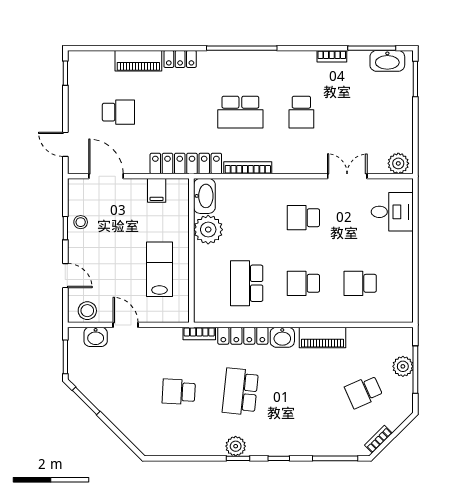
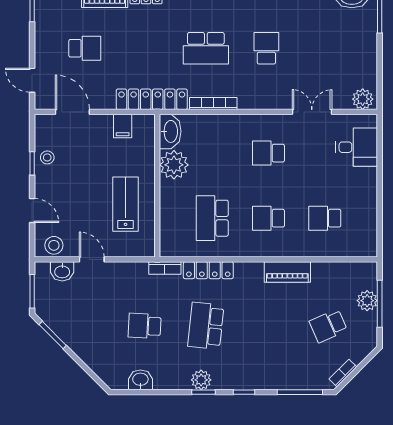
school desk: (301, 112) -> (266, 48), turned 180
washbasin: (282, 337) -> (140, 380), moved, turned 180

